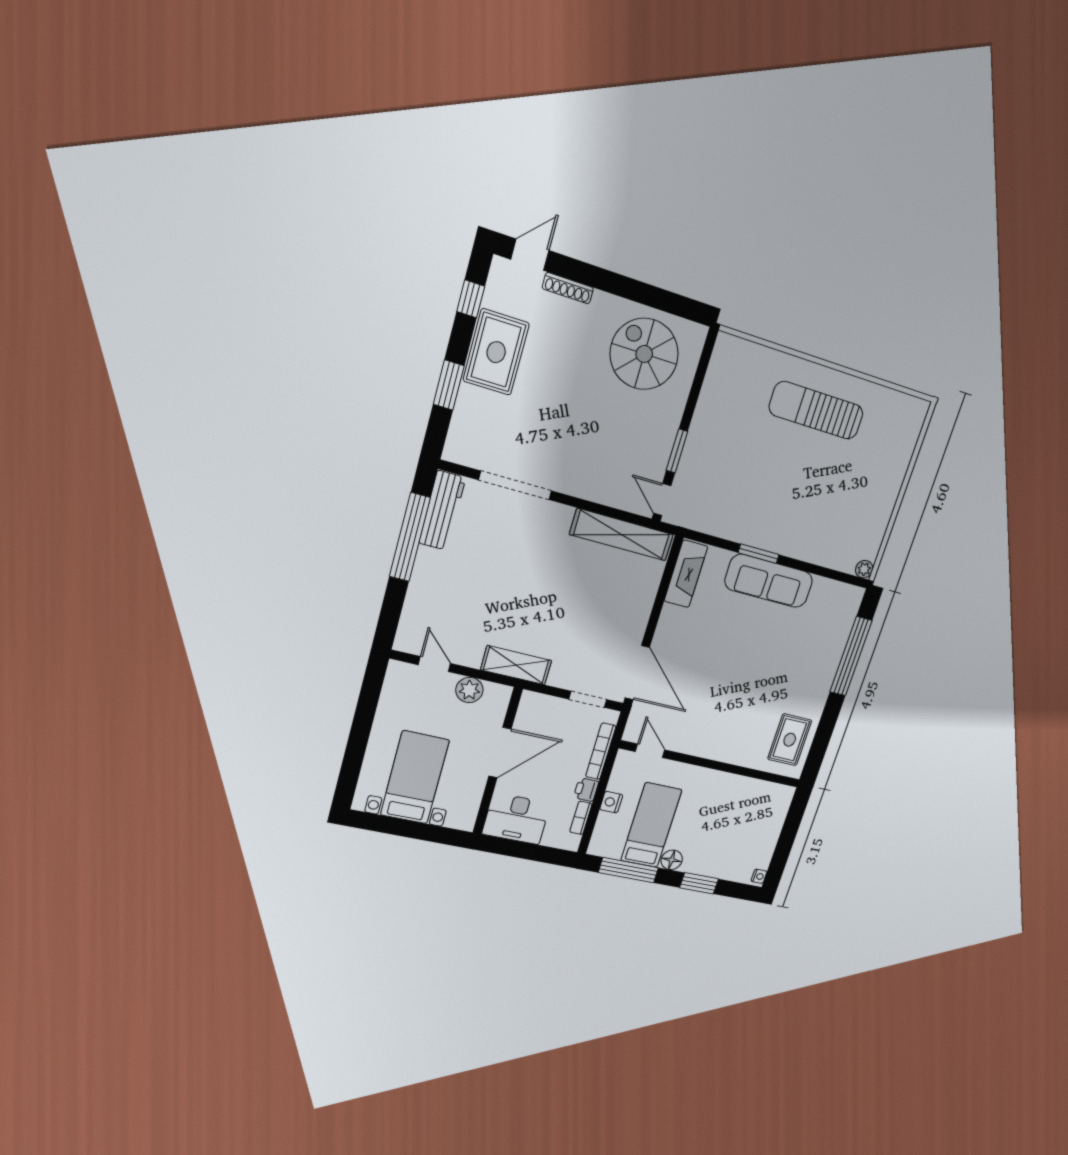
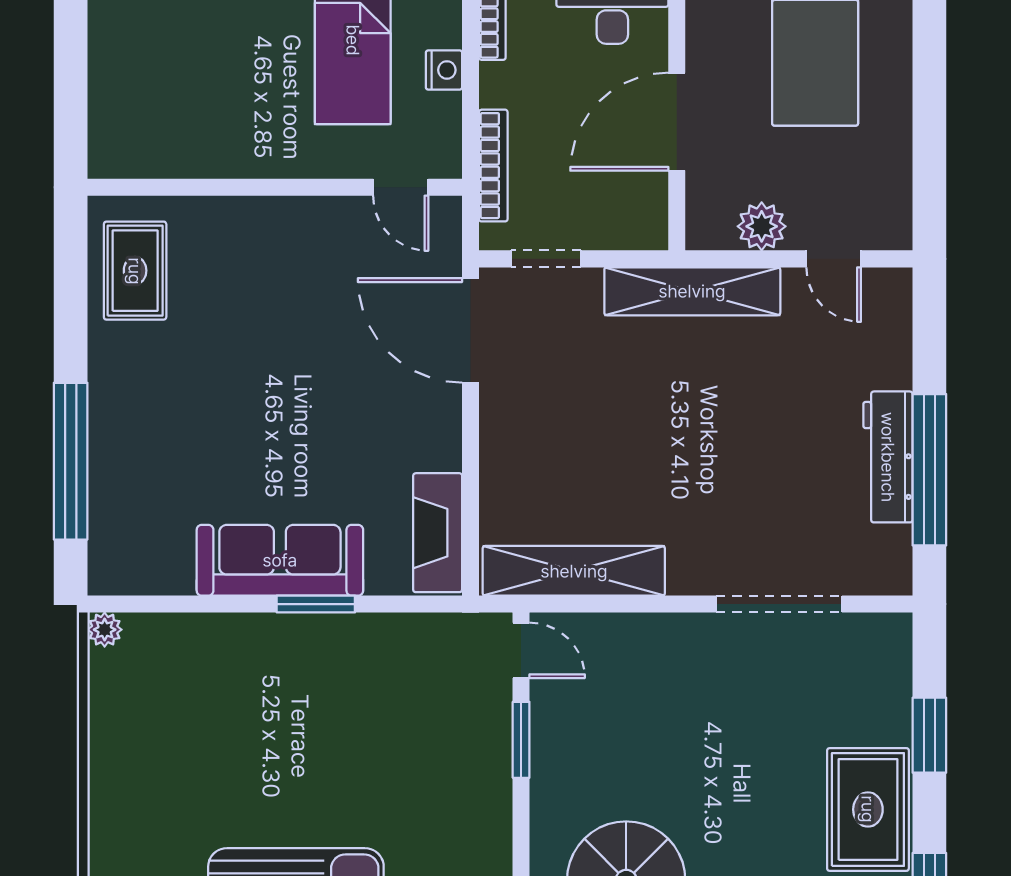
workbench: (442, 510) -> (888, 457), moved
shelving: (516, 665) -> (692, 291), width x1.47
printer: (586, 790) -> (499, 85), removed

